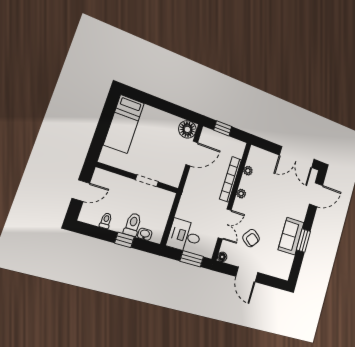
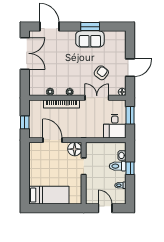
floor lamp: (187, 129) -> (75, 149), moved

